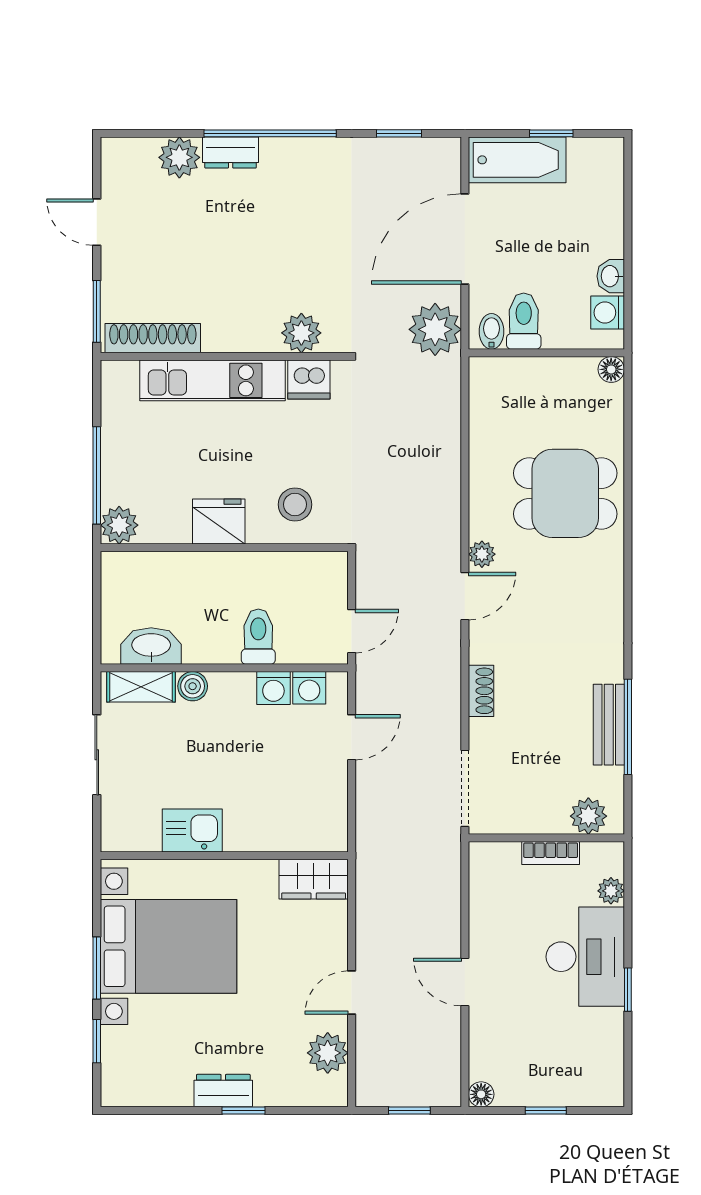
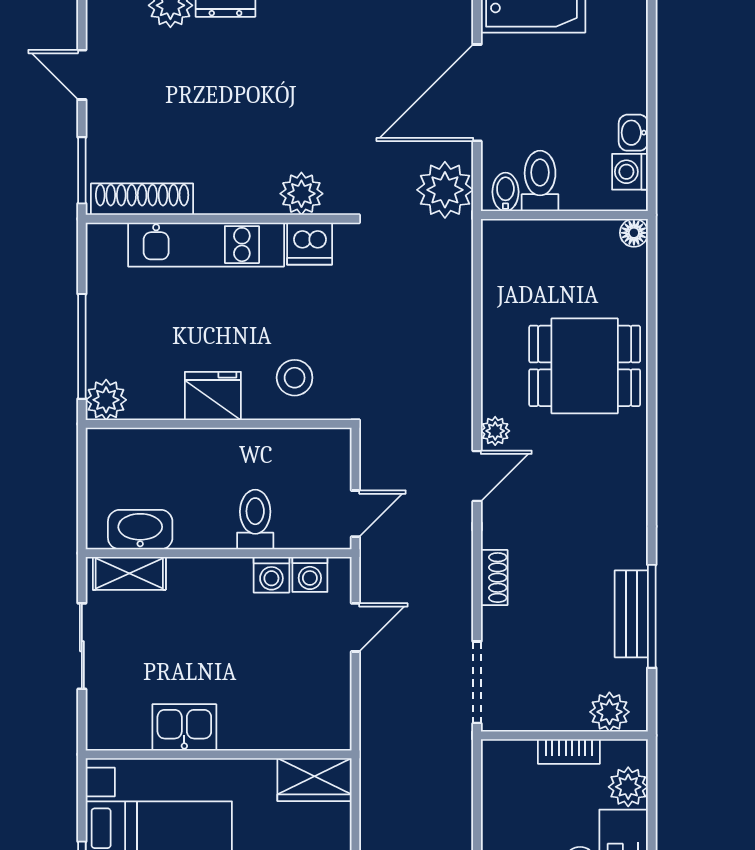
boiler: (193, 686) -> (185, 573), removed
plant: (611, 891) -> (628, 787), width x1.38, depth x1.38

